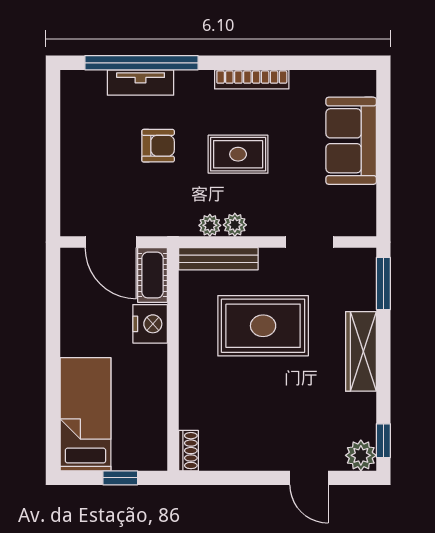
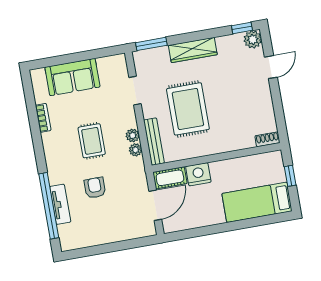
bookcase: (252, 79) -> (43, 118), moved, width x0.64

